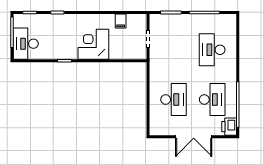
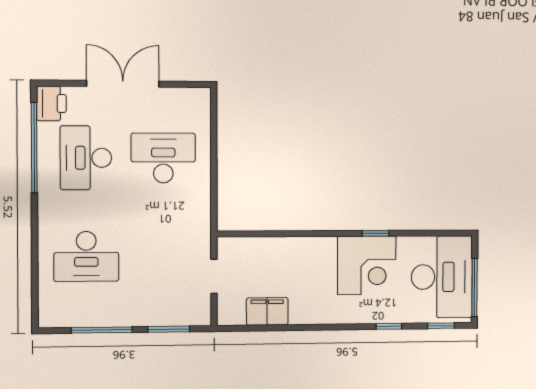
filing cabinet: (121, 21) -> (267, 311), width x2.00
desk: (26, 44) -> (442, 277), width x1.36, depth x1.30
corner desk: (93, 44) -> (367, 265), moved
desk: (212, 50) -> (86, 256), turned 90
desk: (173, 100) -> (163, 158), turned 90

